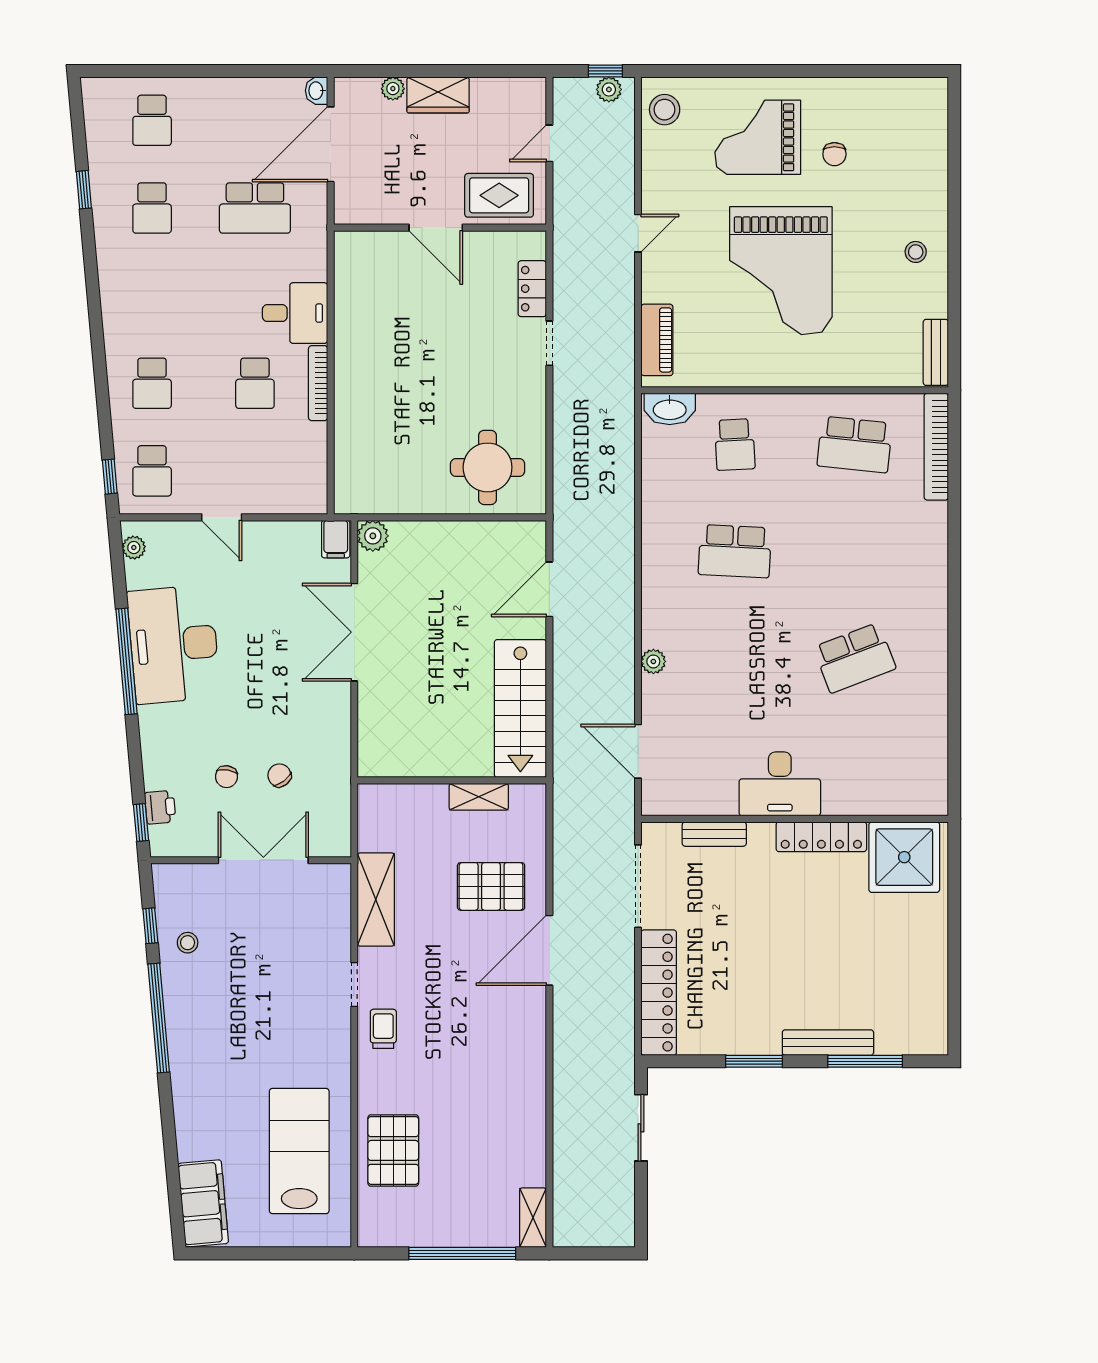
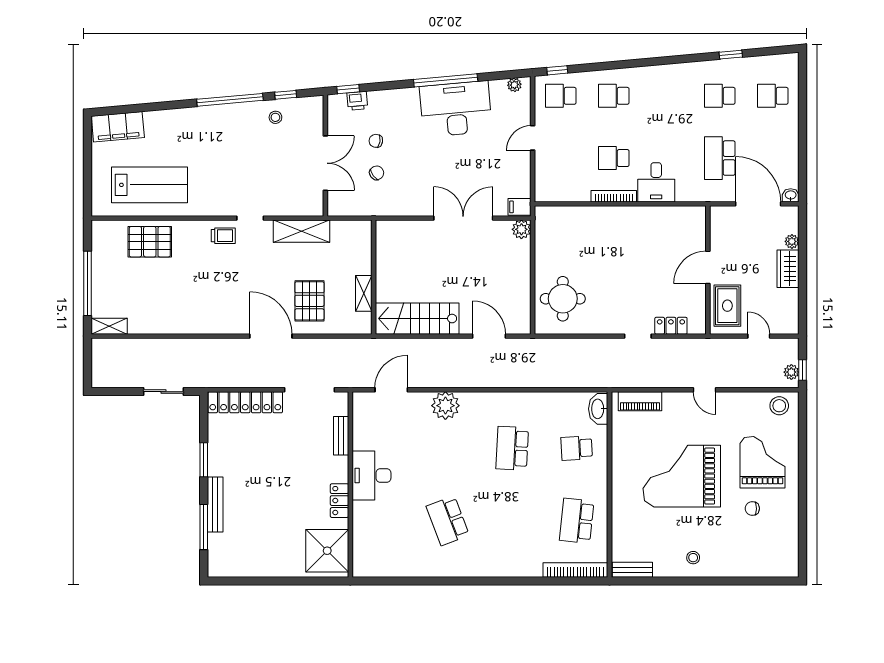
plant: (653, 661) -> (445, 406), width x1.87, depth x1.87
locker: (821, 837) -> (339, 501), width x0.66

